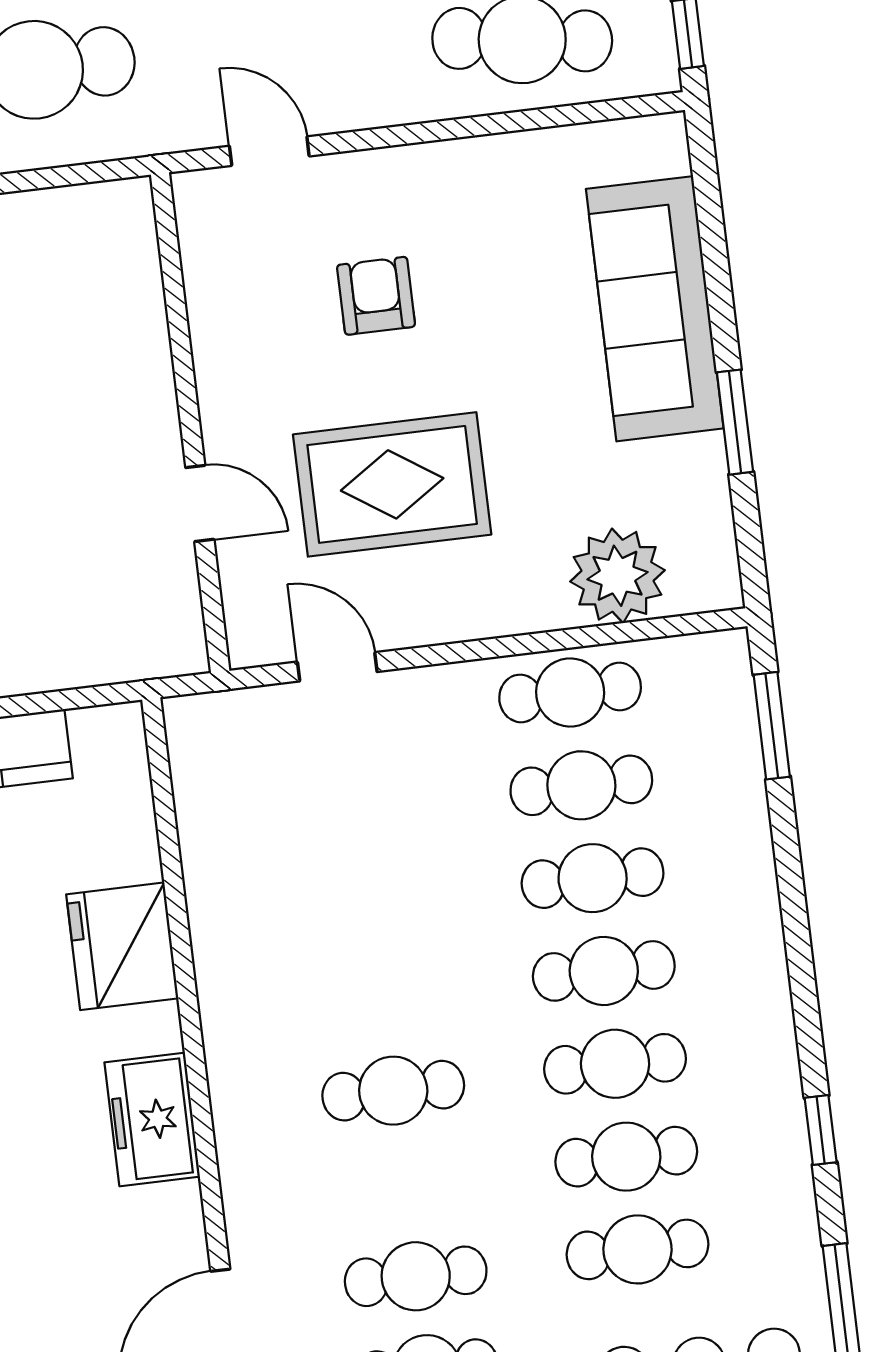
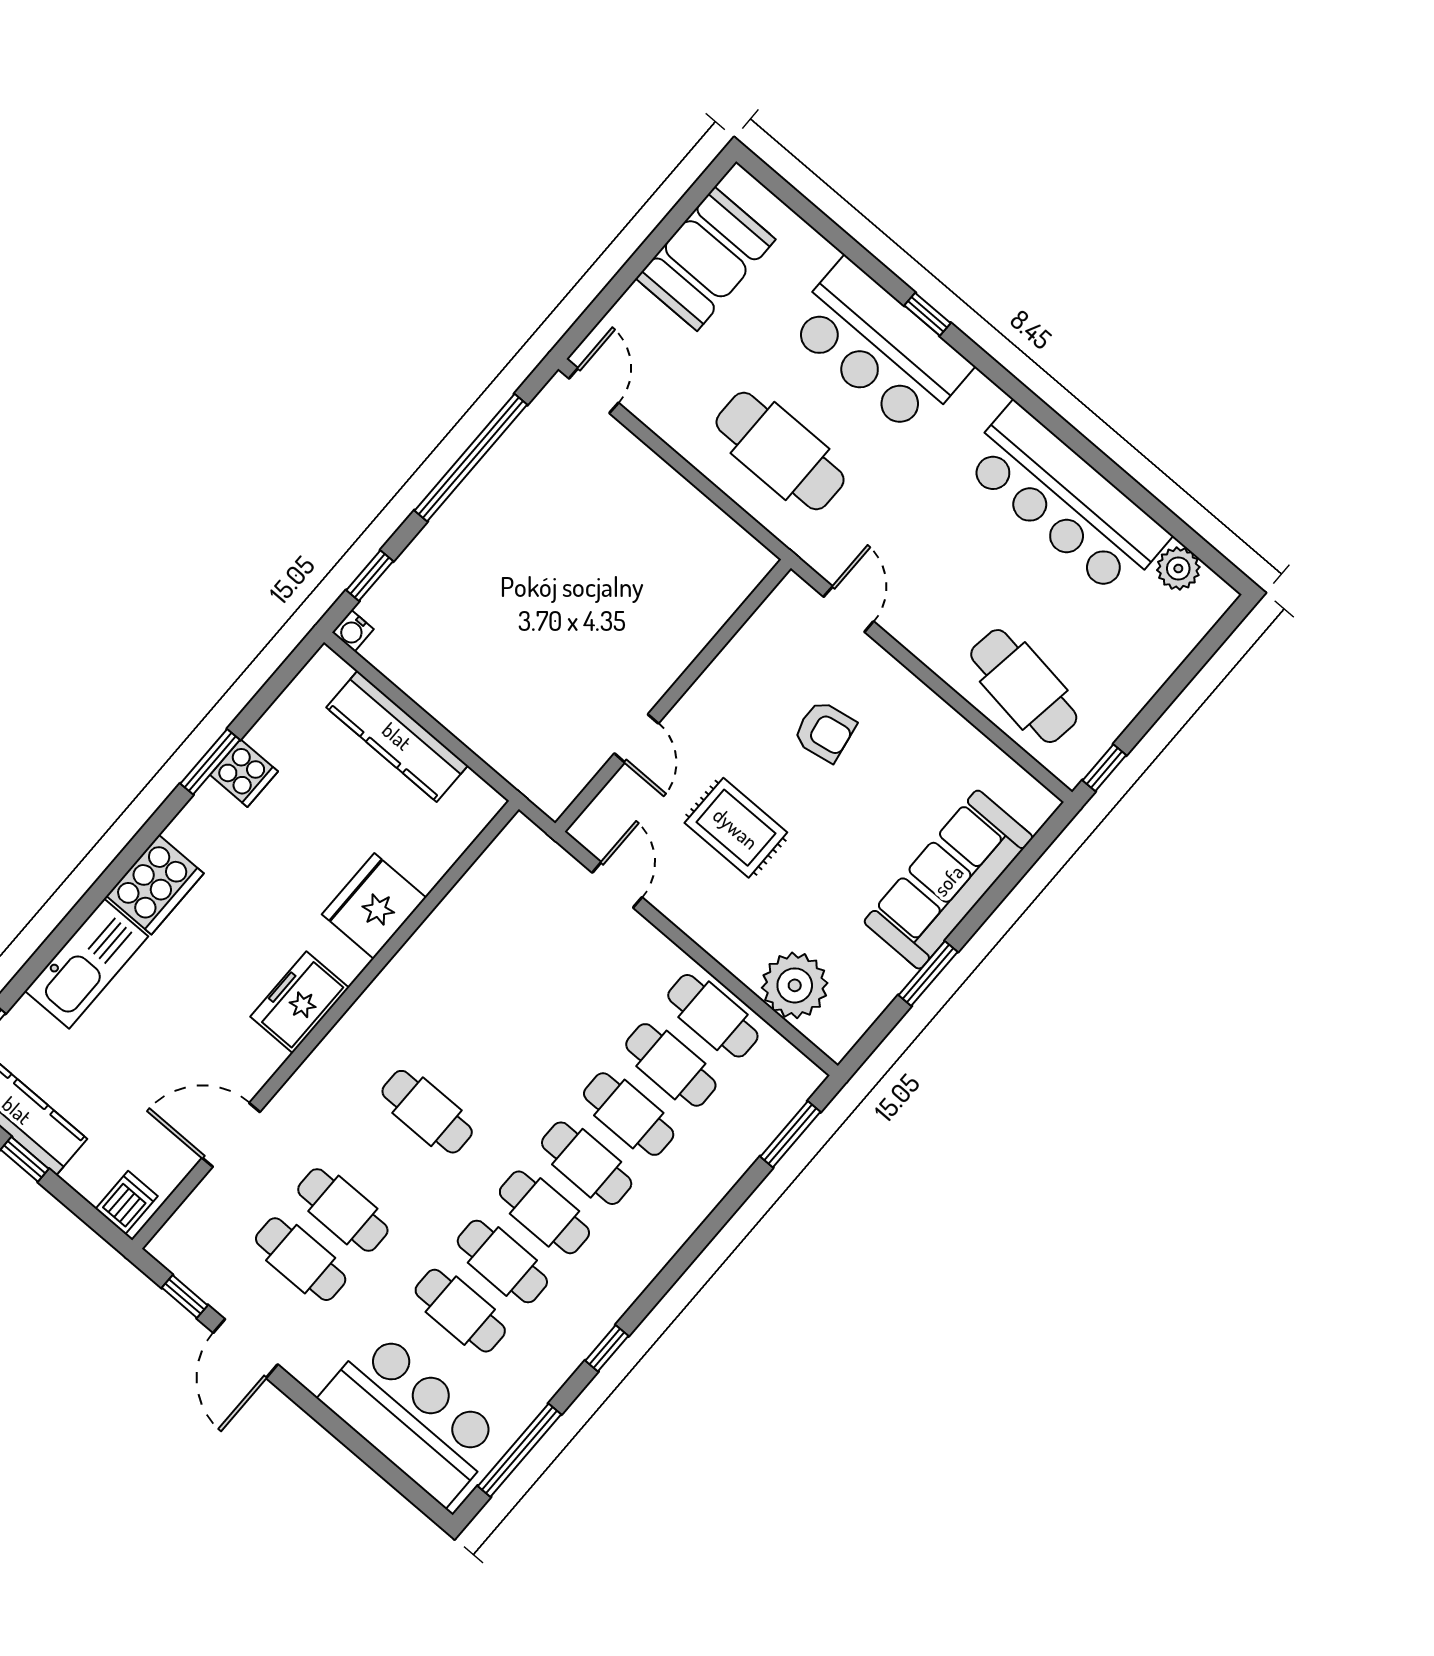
armchair: (376, 296) -> (825, 731), turned 80
rug: (392, 484) -> (736, 828), width x0.73, depth x0.70

